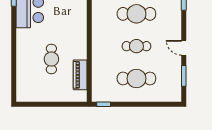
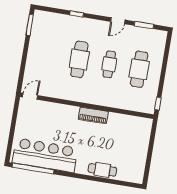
cafe table: (51, 59) -> (102, 170), moved
piano: (80, 75) -> (93, 115), moved

